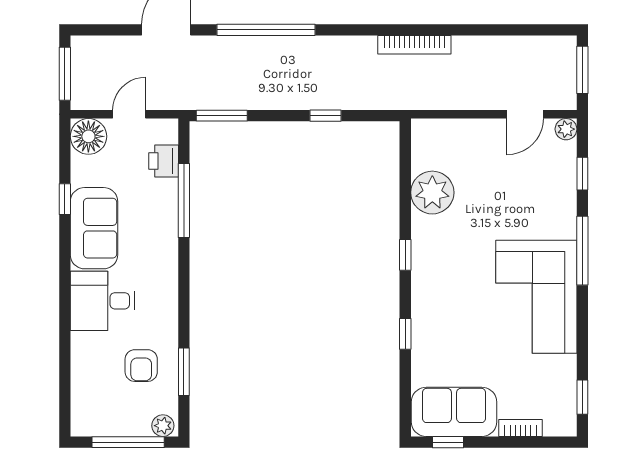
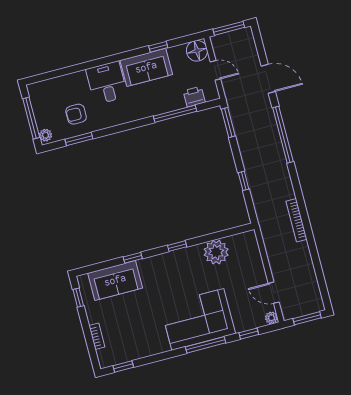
corner sofa: (536, 297) -> (198, 319), moved
sofa: (454, 412) -> (115, 280), moved, turned 90

